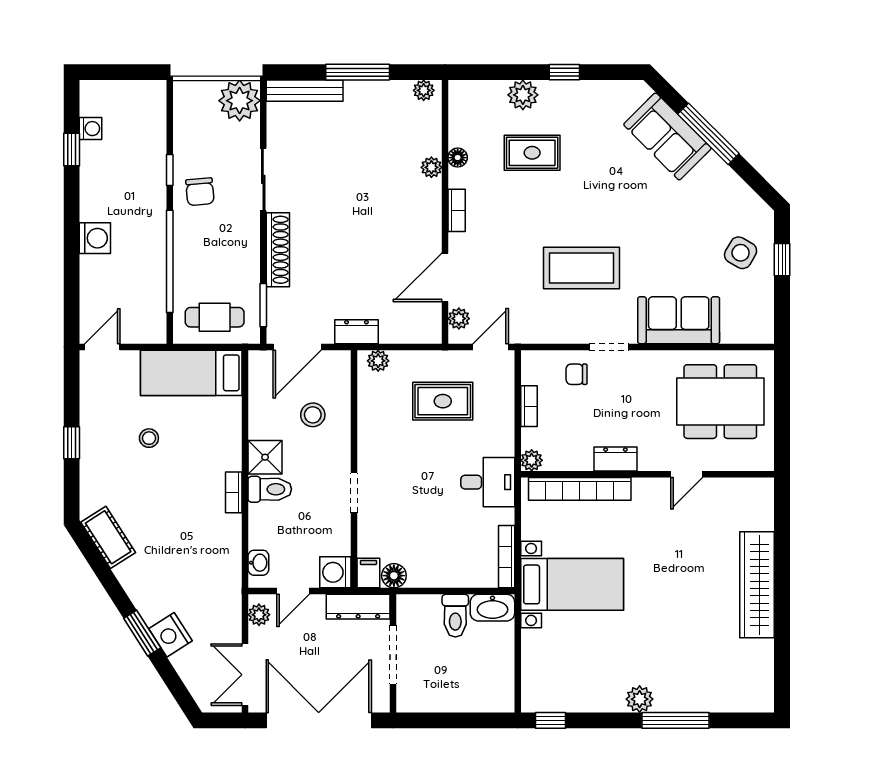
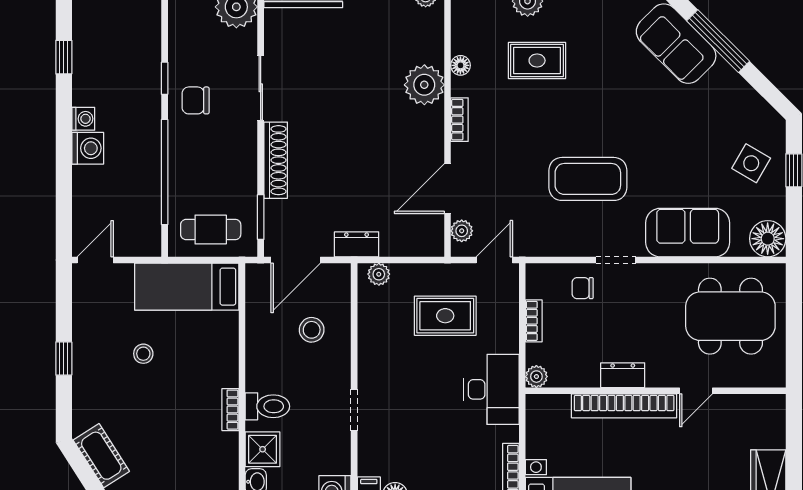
washing machine: (91, 129) -> (83, 119), moved
plant: (431, 167) -> (424, 85), width x1.88, depth x1.88
chair: (200, 192) -> (196, 100), turned 95
floor lamp: (757, 326) -> (768, 239), added
shower: (265, 457) -> (263, 449), moved
desk: (488, 482) -> (491, 389), width x1.37
bookcase: (580, 489) -> (624, 406), moved

